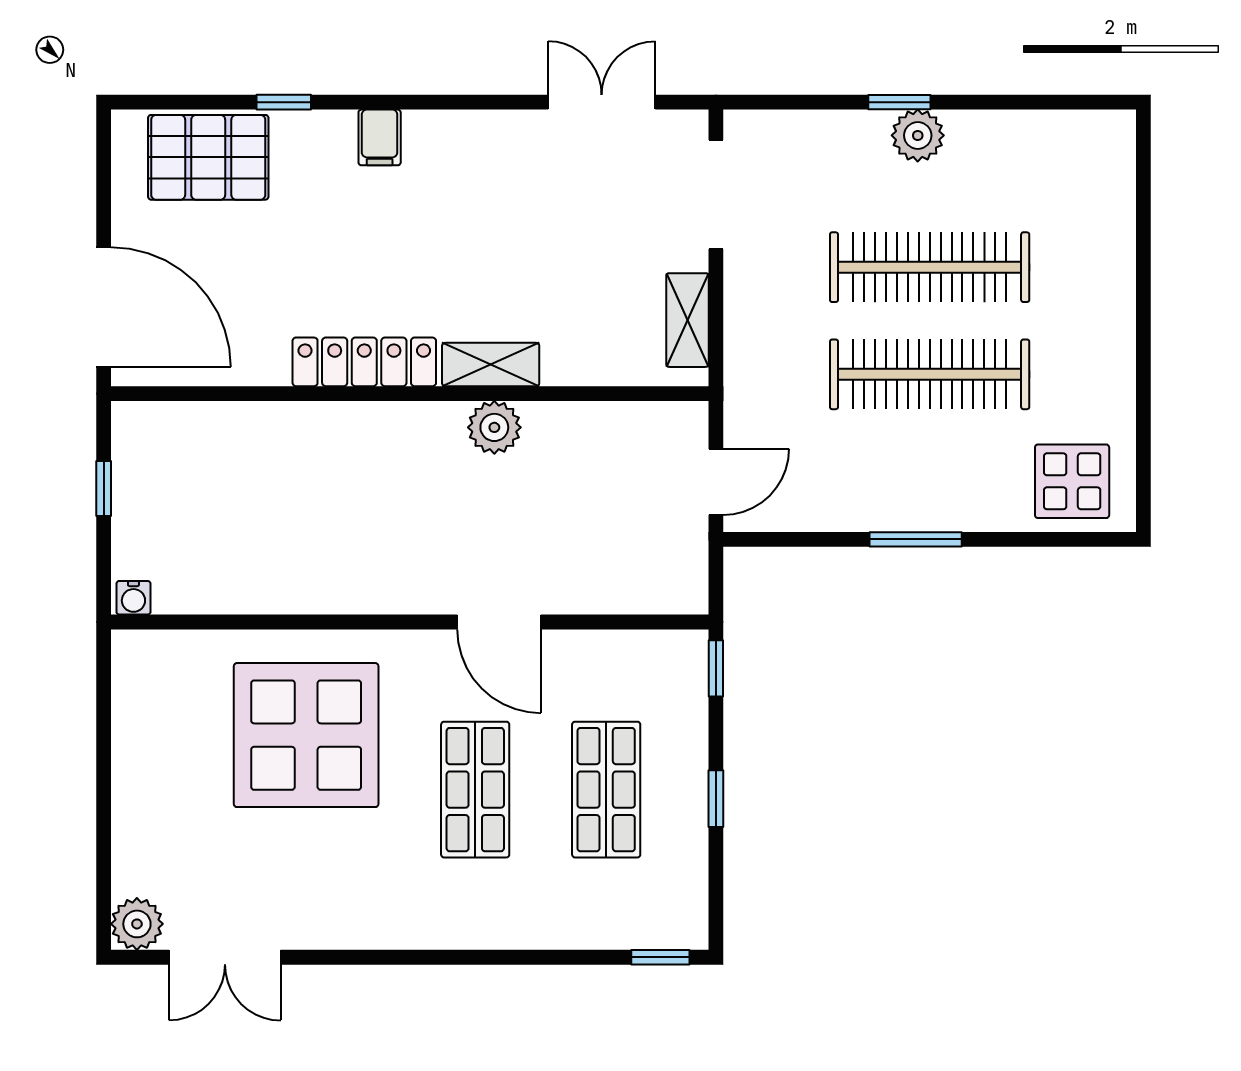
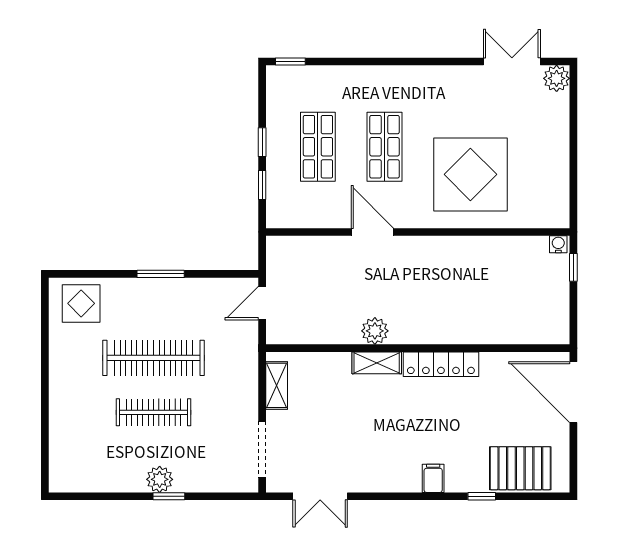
clothes rail: (930, 267) -> (154, 412), width x0.73, depth x0.76
window: (104, 488) -> (573, 267), moved
window: (716, 668) -> (262, 185), moved

